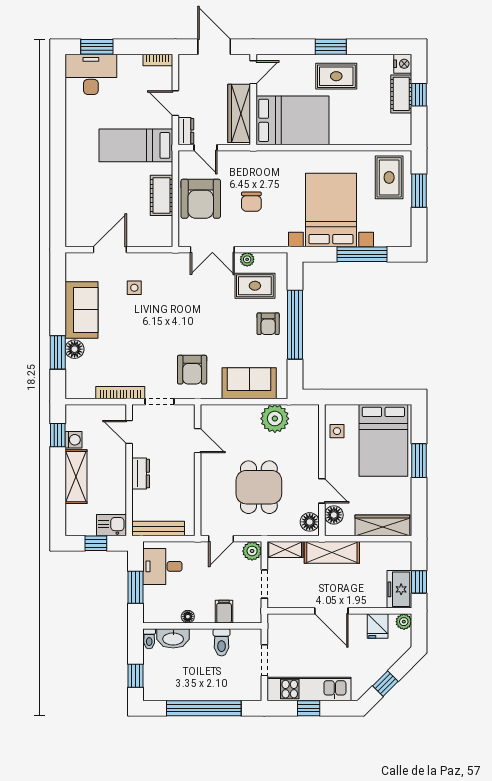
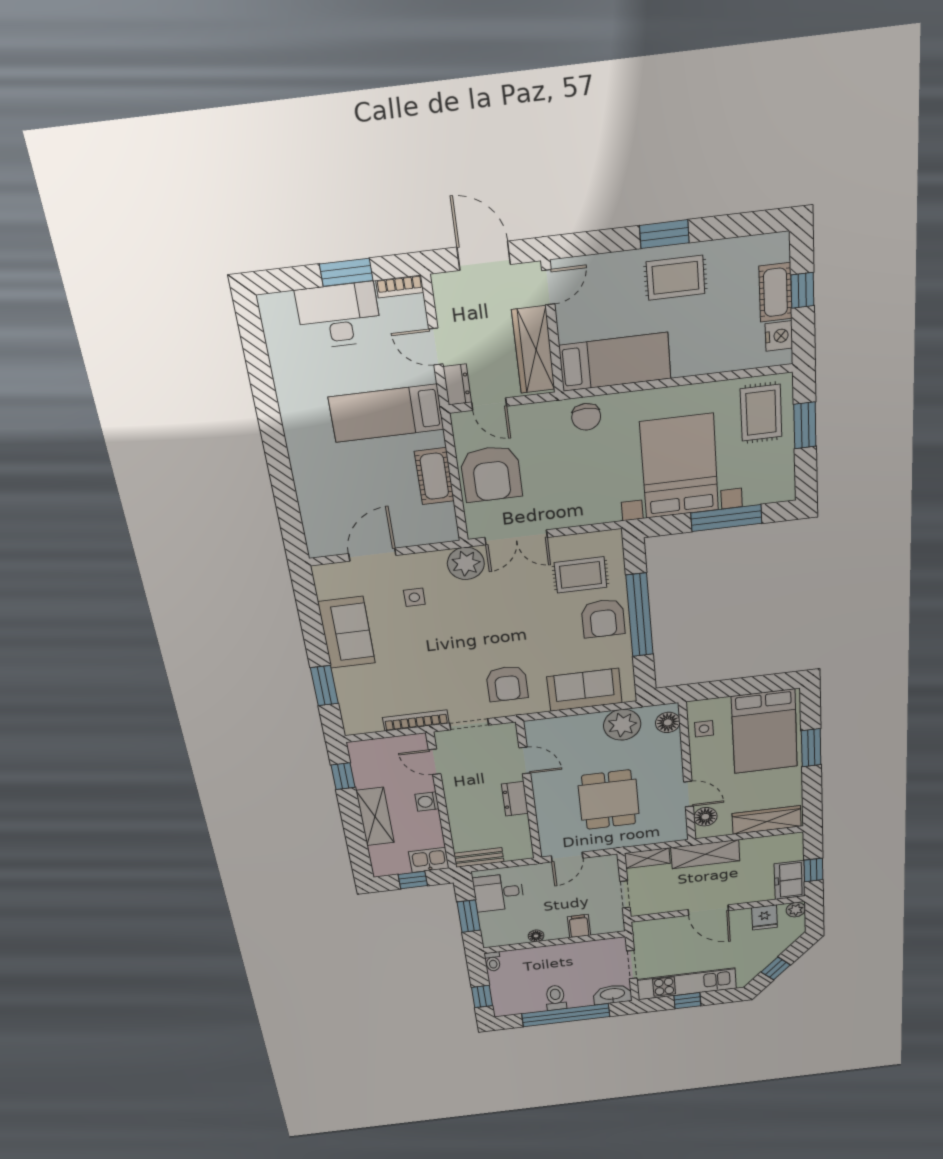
window: (97, 47) -> (346, 272), moved
nightstand: (403, 64) -> (779, 336), moved
desk: (91, 74) -> (339, 315), moved
bed: (292, 120) -> (615, 362), width x0.67
chair: (251, 202) -> (586, 417), moved
plant: (247, 259) -> (466, 563), moved, width x1.88, depth x1.88
armchair: (268, 324) -> (603, 618), width x1.38, depth x1.38
floor lamp: (75, 349) -> (346, 679), removed
washing machine: (73, 440) -> (427, 802), moved, turned 180
dresser: (141, 474) -> (515, 799), moved, turned 180
floor lamp: (310, 522) -> (668, 722), moved
bench: (158, 529) -> (479, 857), width x0.73
plant: (252, 551) -> (607, 864), removed
washbasin: (173, 638) -> (613, 994), moved, turned 180
toilet: (222, 642) -> (556, 998), moved, turned 180

